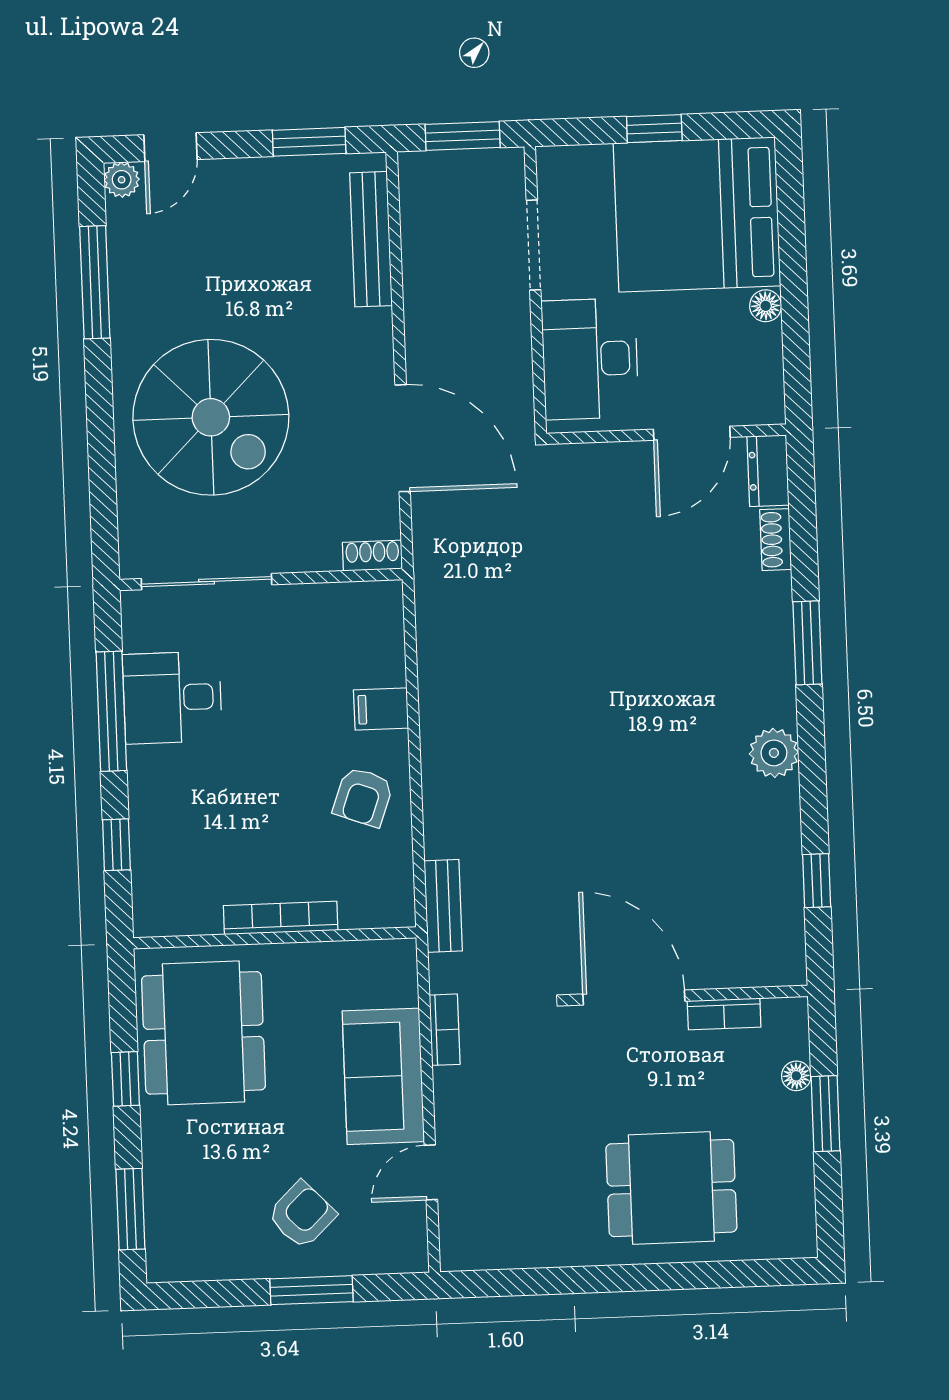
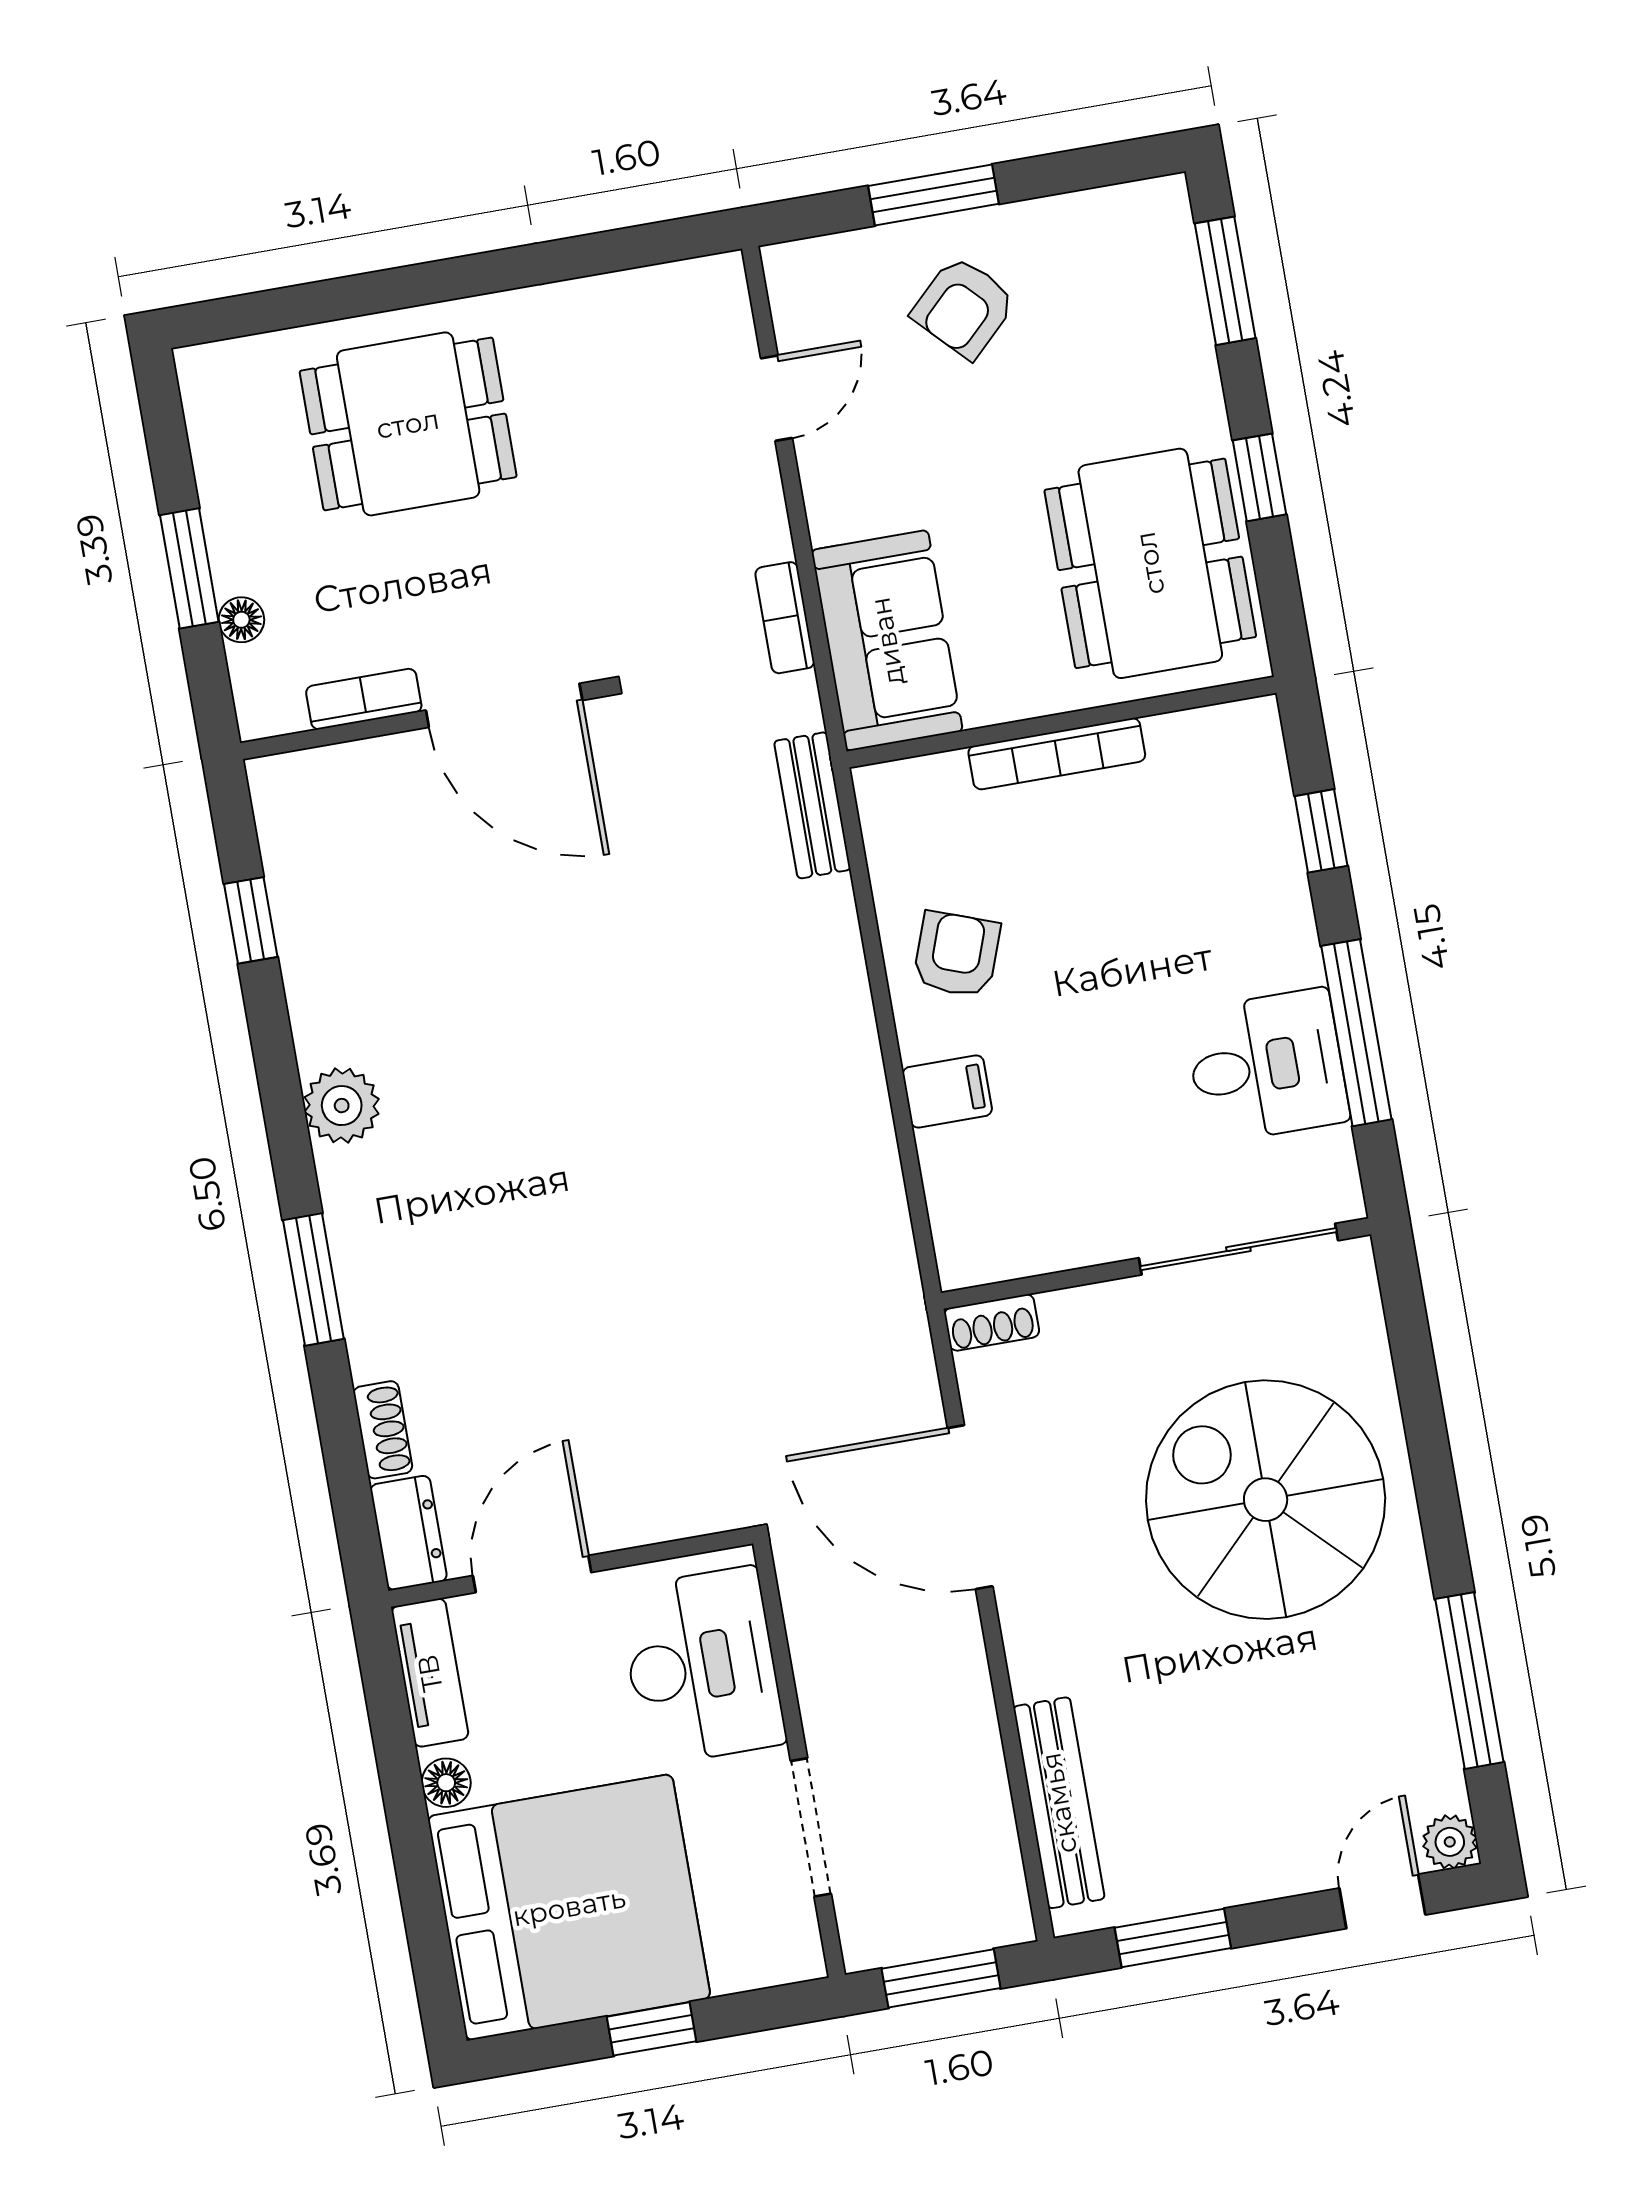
tv unit: (766, 378) -> (430, 1673), added
sofa: (383, 1076) -> (887, 641), moved

